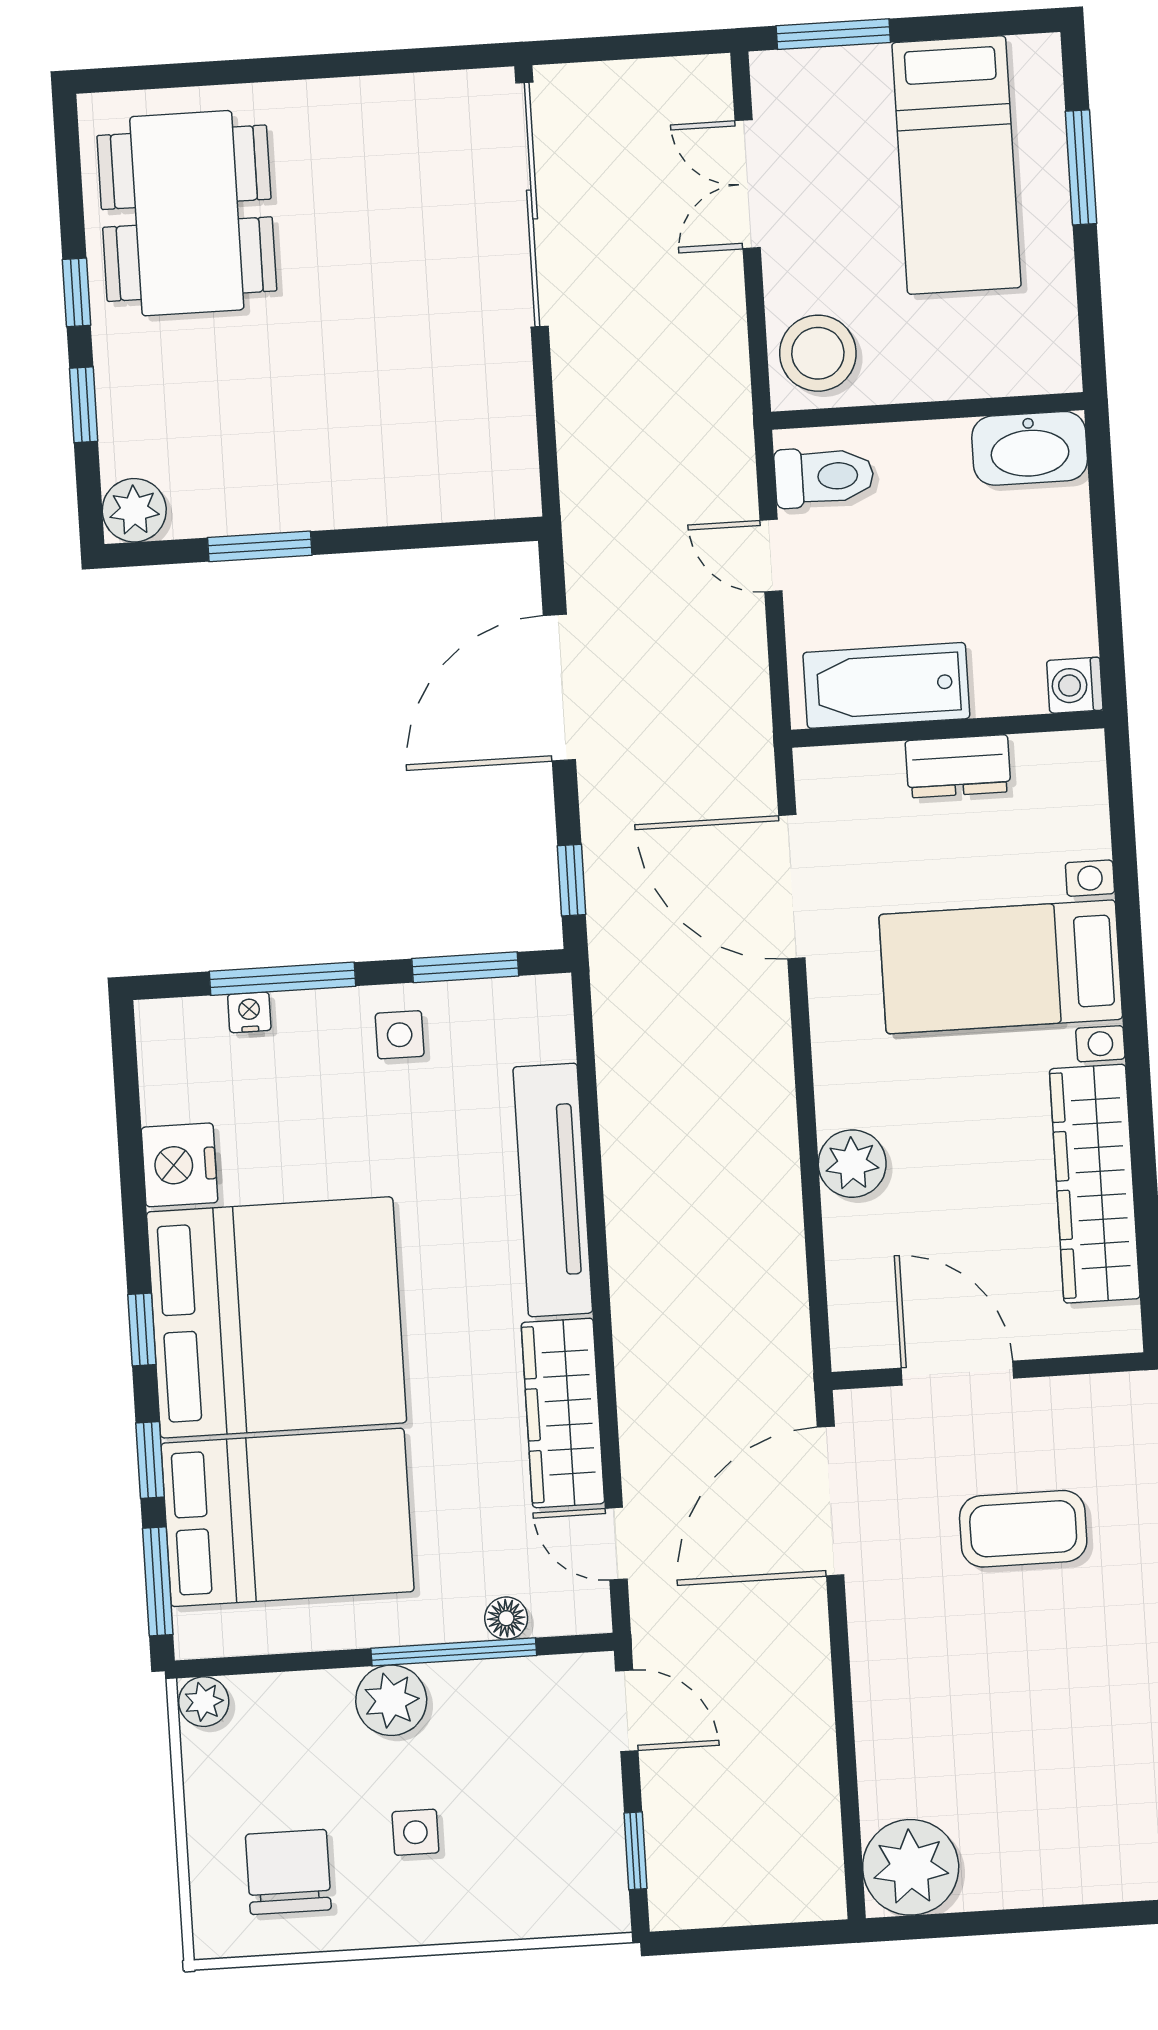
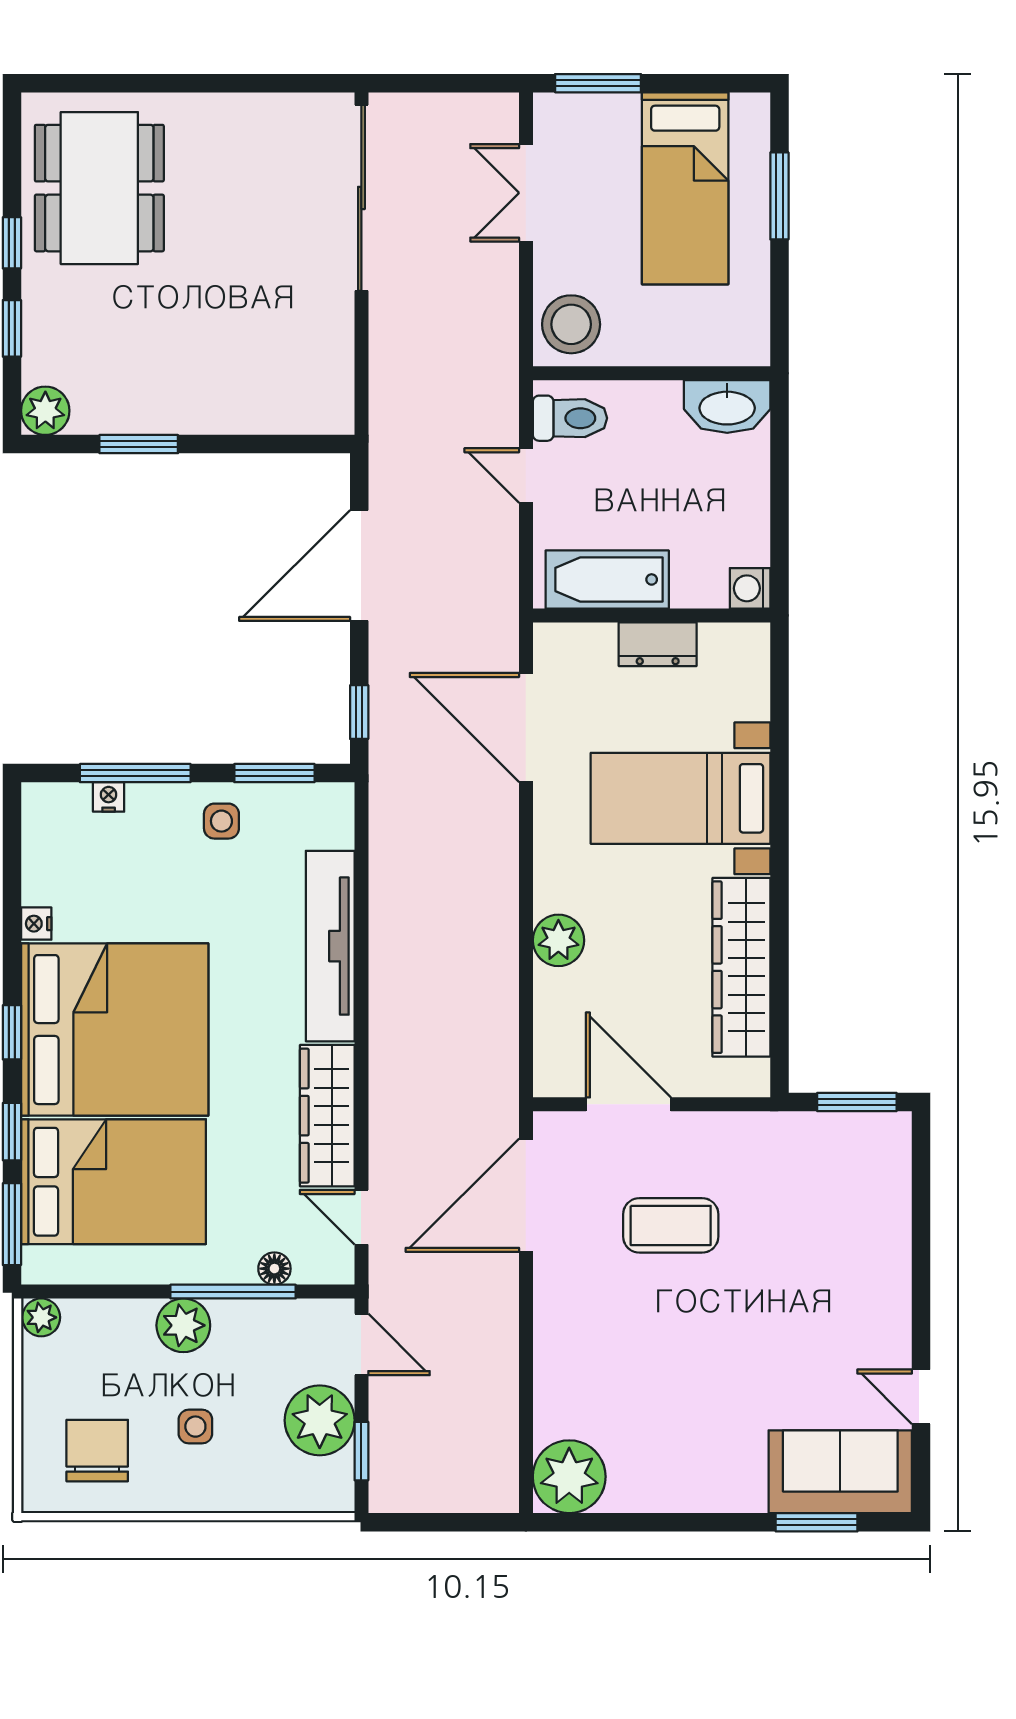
nightstand: (179, 1165) -> (36, 924), width x0.53, depth x0.56
plant: (578, 1814) -> (320, 1420), added

